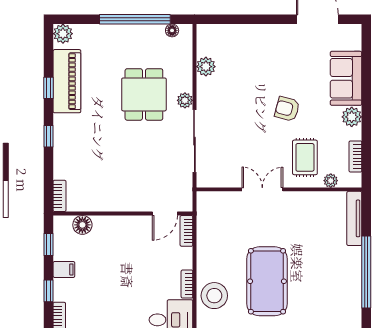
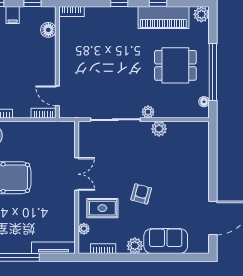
plant: (206, 67) -> (159, 129), moved
dining table: (144, 94) -> (175, 65), moved

